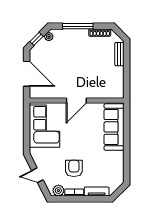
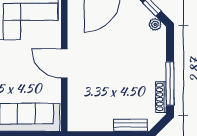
window: (78, 26) -> (170, 83), moved

